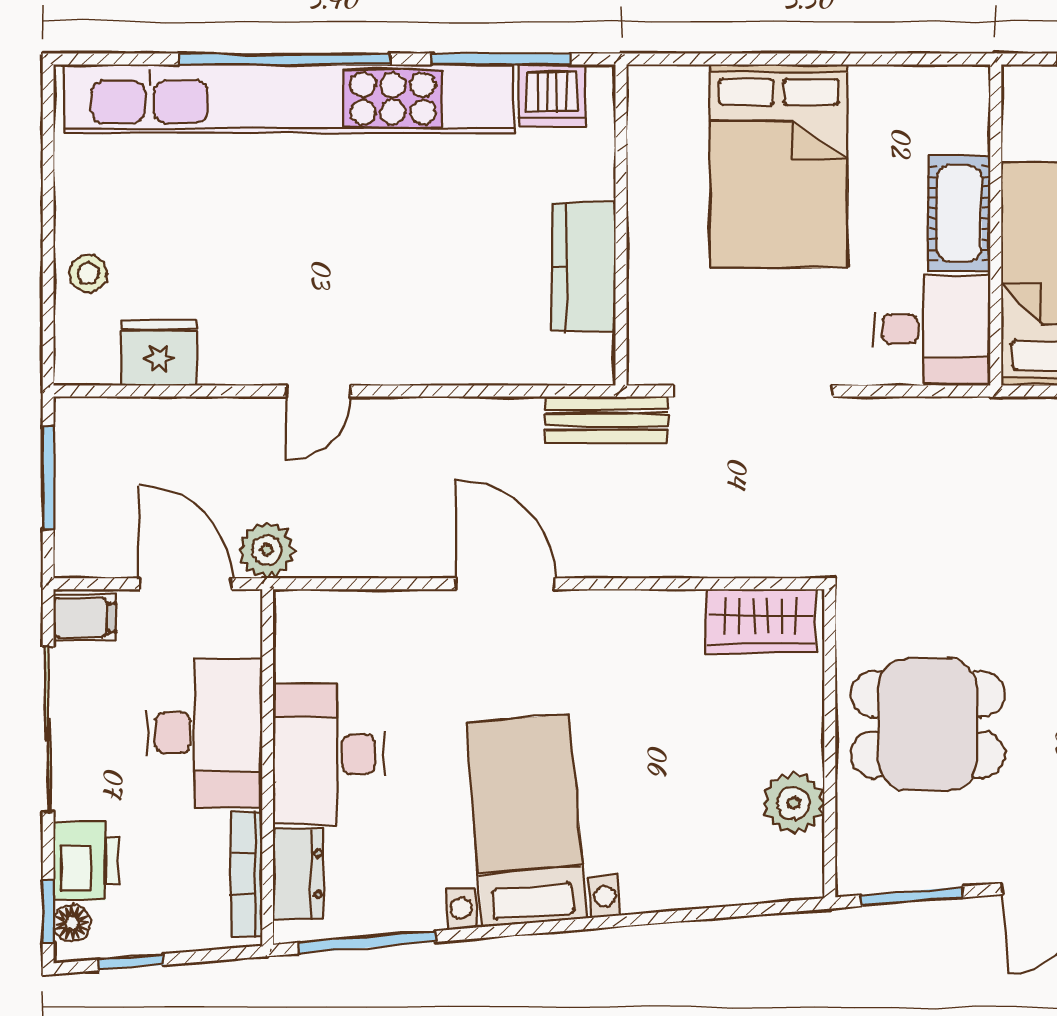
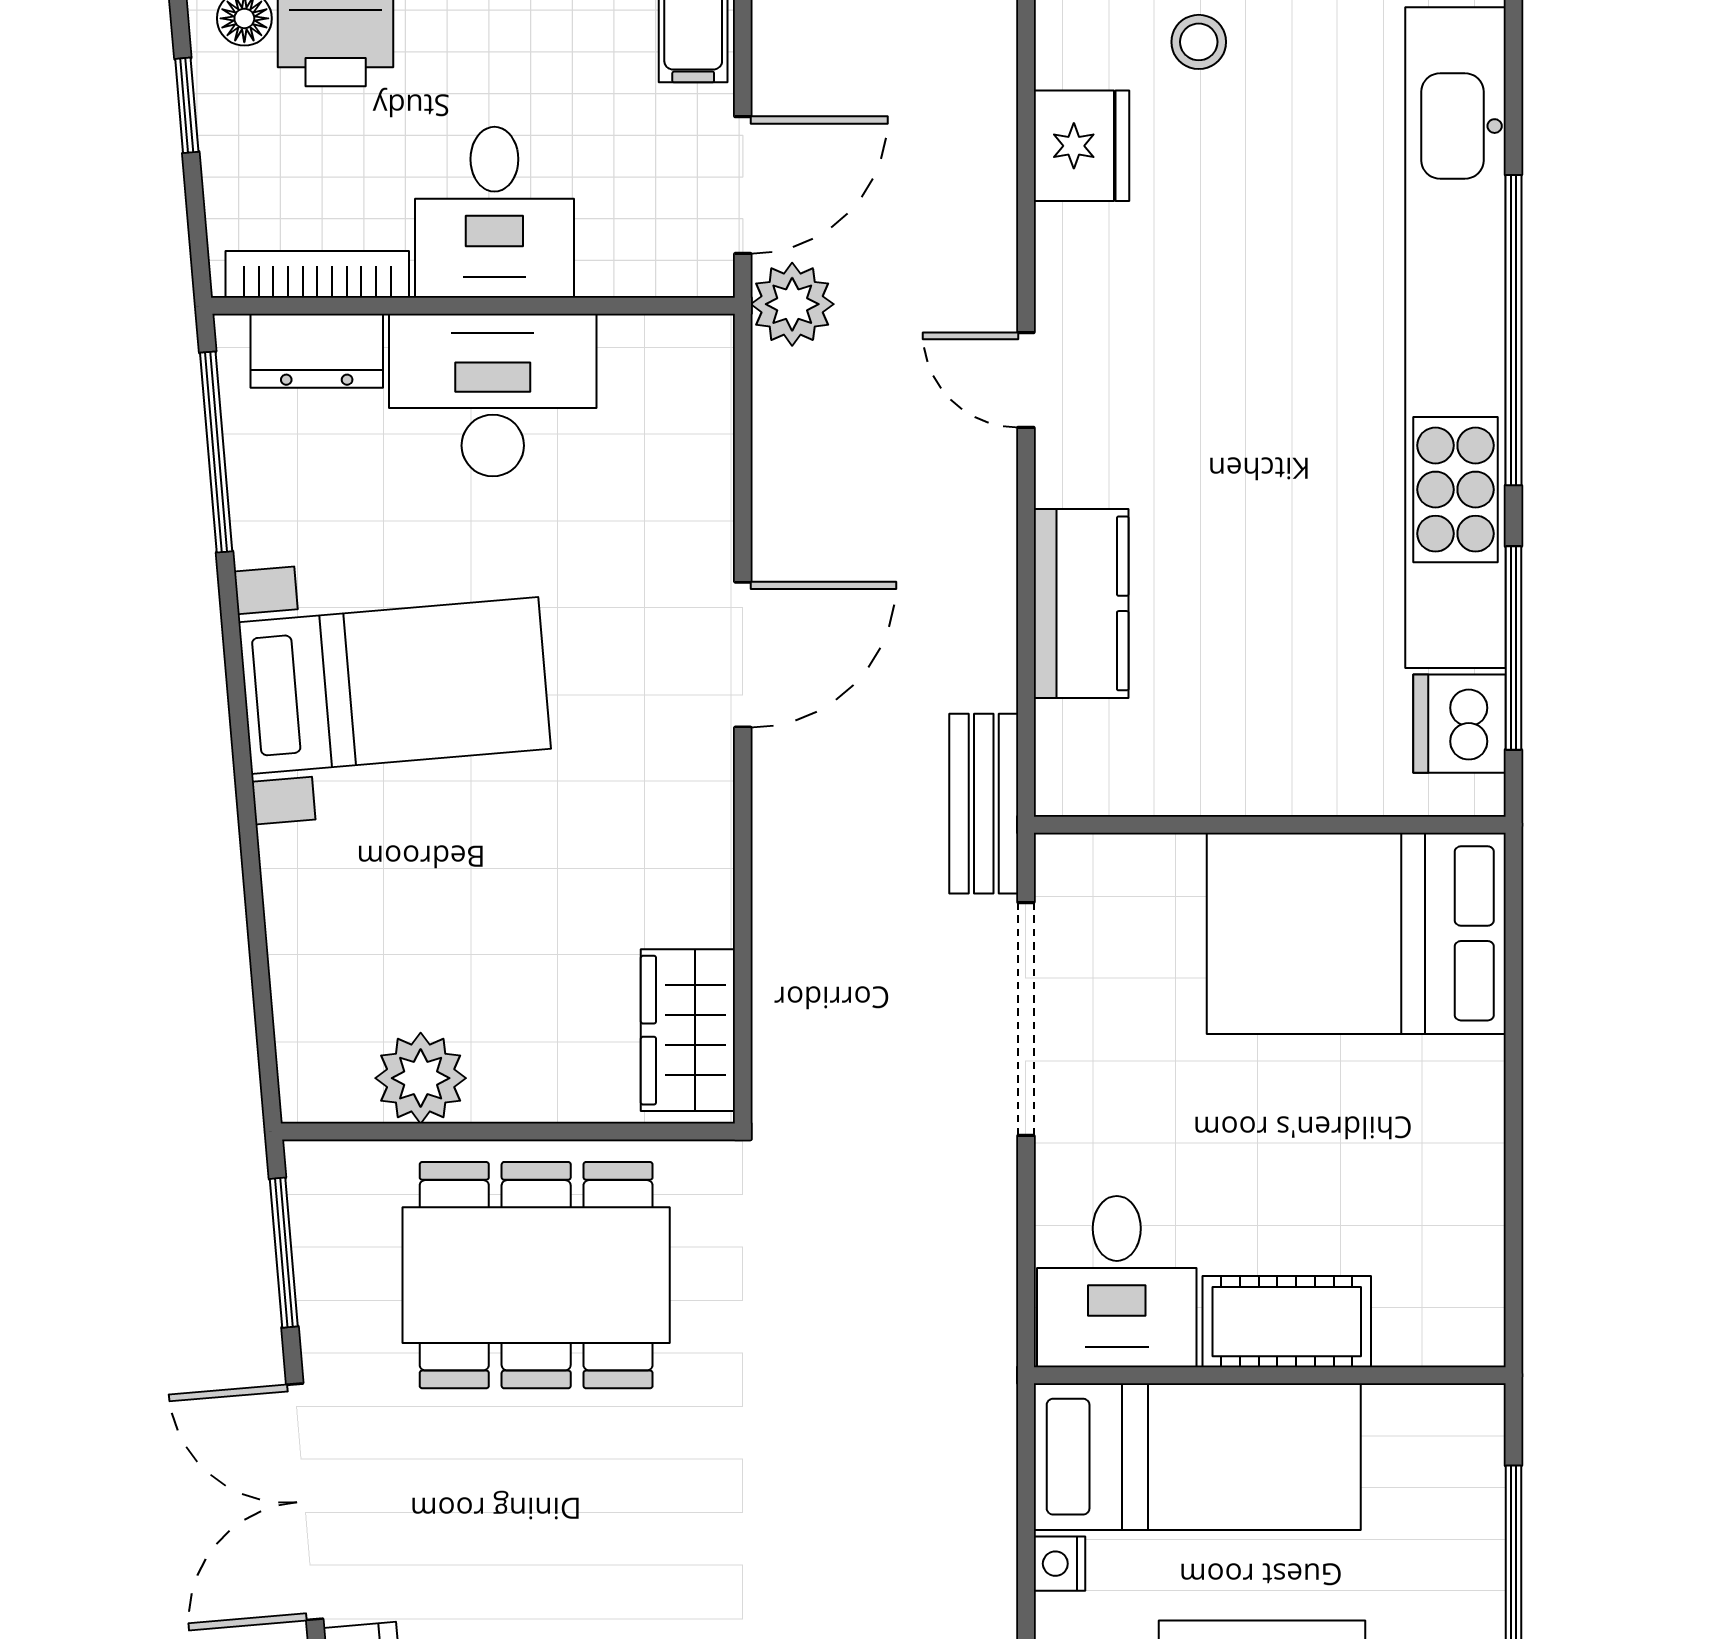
bed: (779, 166) -> (1356, 933), moved
kitchen counter: (583, 267) -> (1081, 603), moved, turned 90
dining table: (928, 724) -> (536, 1275), width x1.38
desk: (204, 733) -> (494, 212), width x0.73

